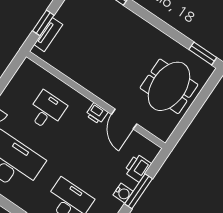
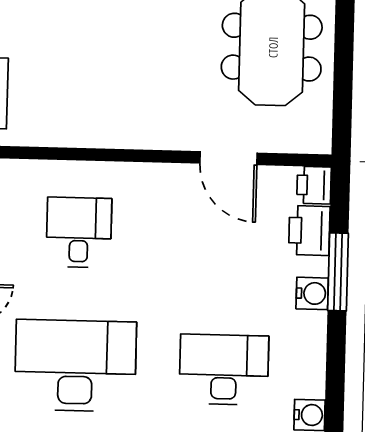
printer: (97, 114) -> (314, 185), moved, turned 90

